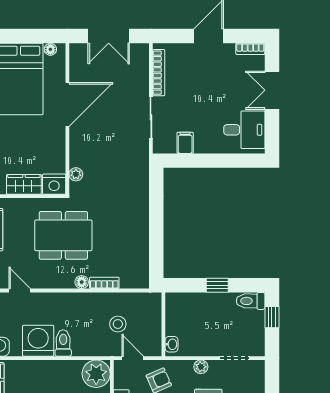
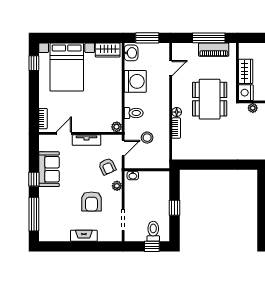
toilet: (251, 301) -> (153, 231), moved
toilet: (63, 343) -> (134, 113), moved
plant: (201, 367) -> (117, 186), moved
plant: (96, 374) -> (117, 127), width x0.53, depth x0.53

